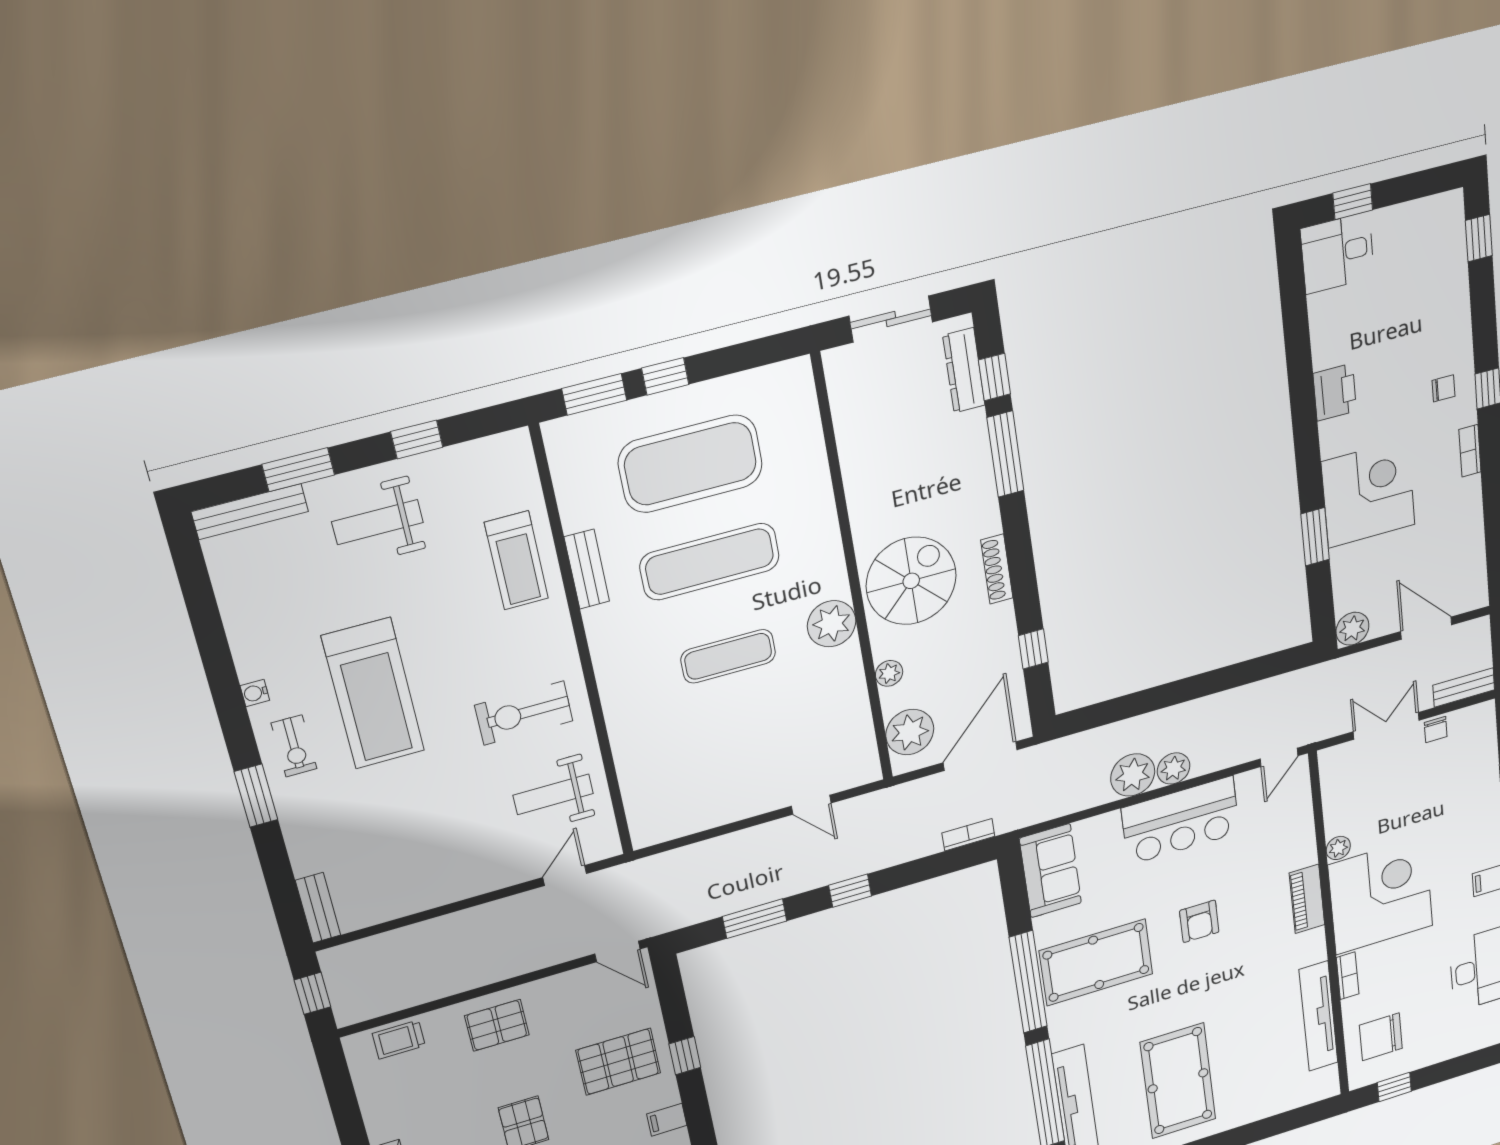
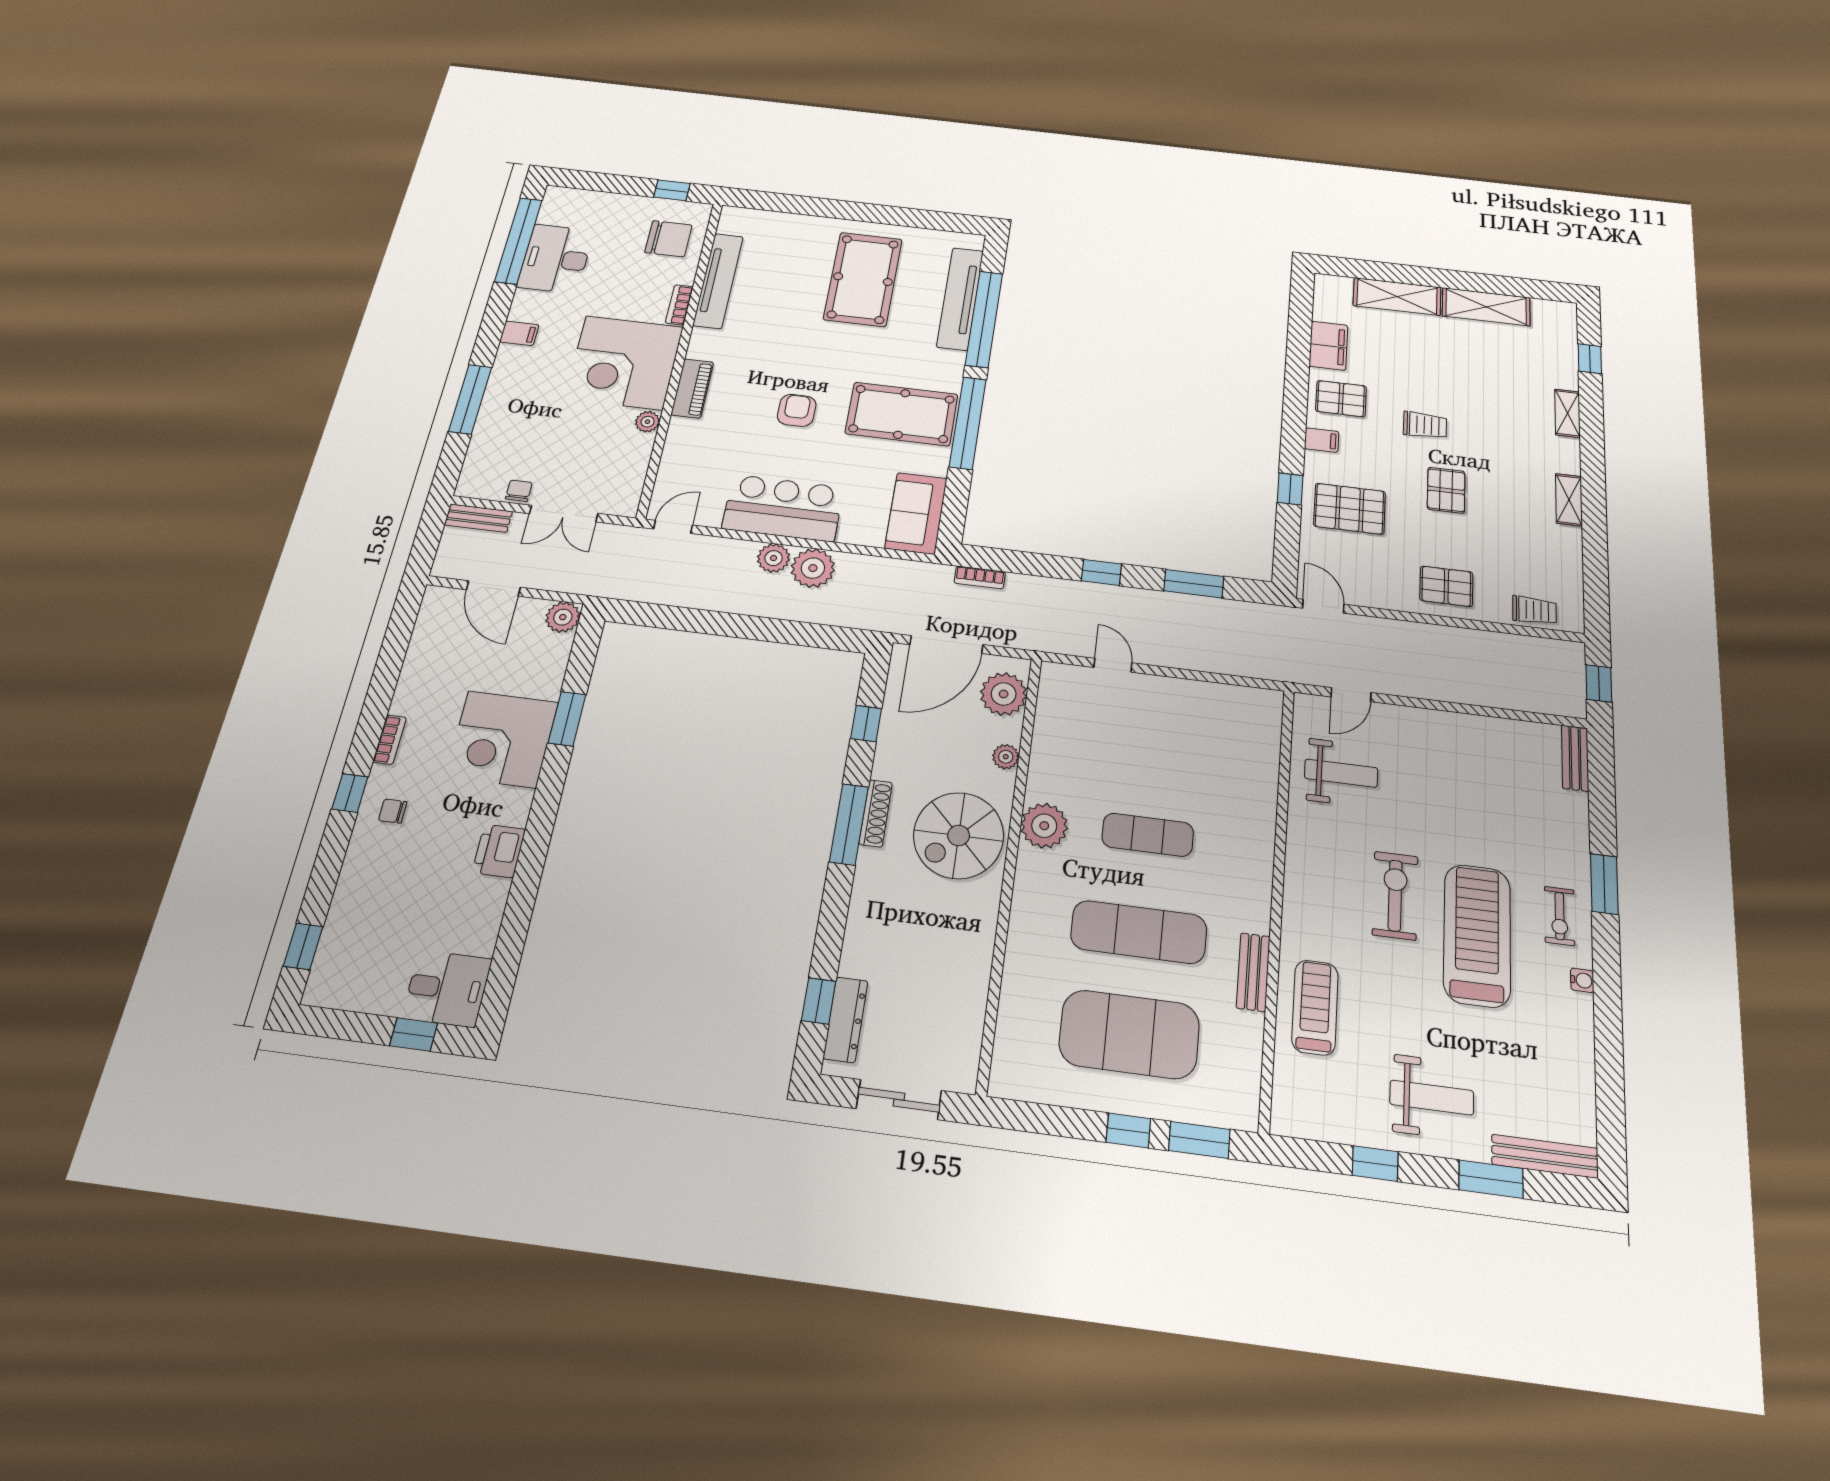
window: (1005, 454) -> (849, 824), moved
exercise bike: (524, 713) -> (1395, 896), moved, turned -90
exercise bike: (294, 746) -> (1560, 916), turned 180

